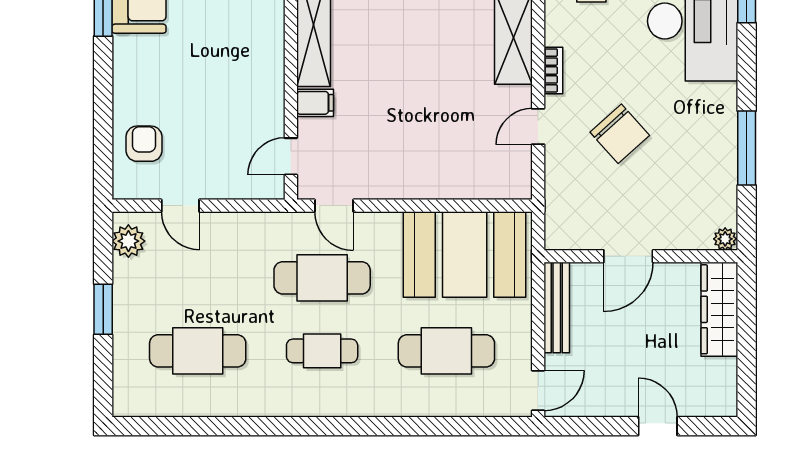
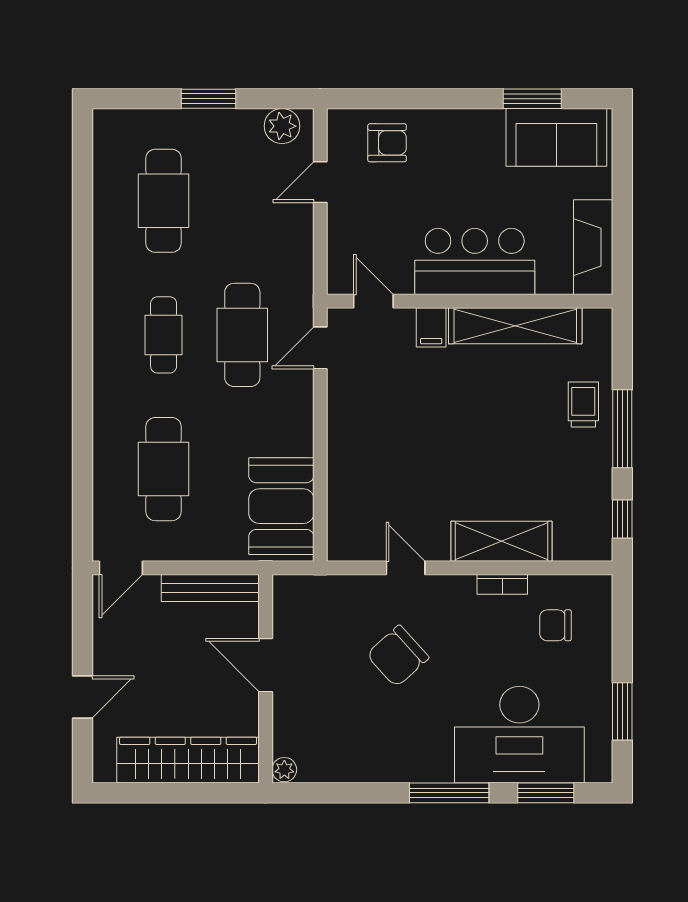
bar counter: (254, 62) -> (475, 261), added
bookcase: (553, 70) -> (502, 584), moved
window: (747, 148) -> (449, 793), moved
booth: (465, 254) -> (281, 506), width x0.73, depth x0.70
wardrobe: (719, 309) -> (188, 760), width x1.40, depth x1.17
door: (538, 391) -> (121, 568), hinge flipped

